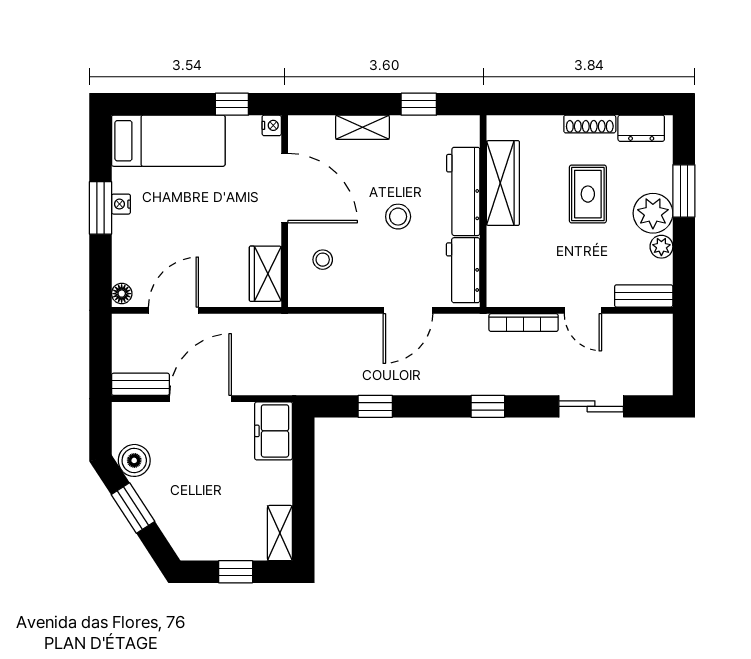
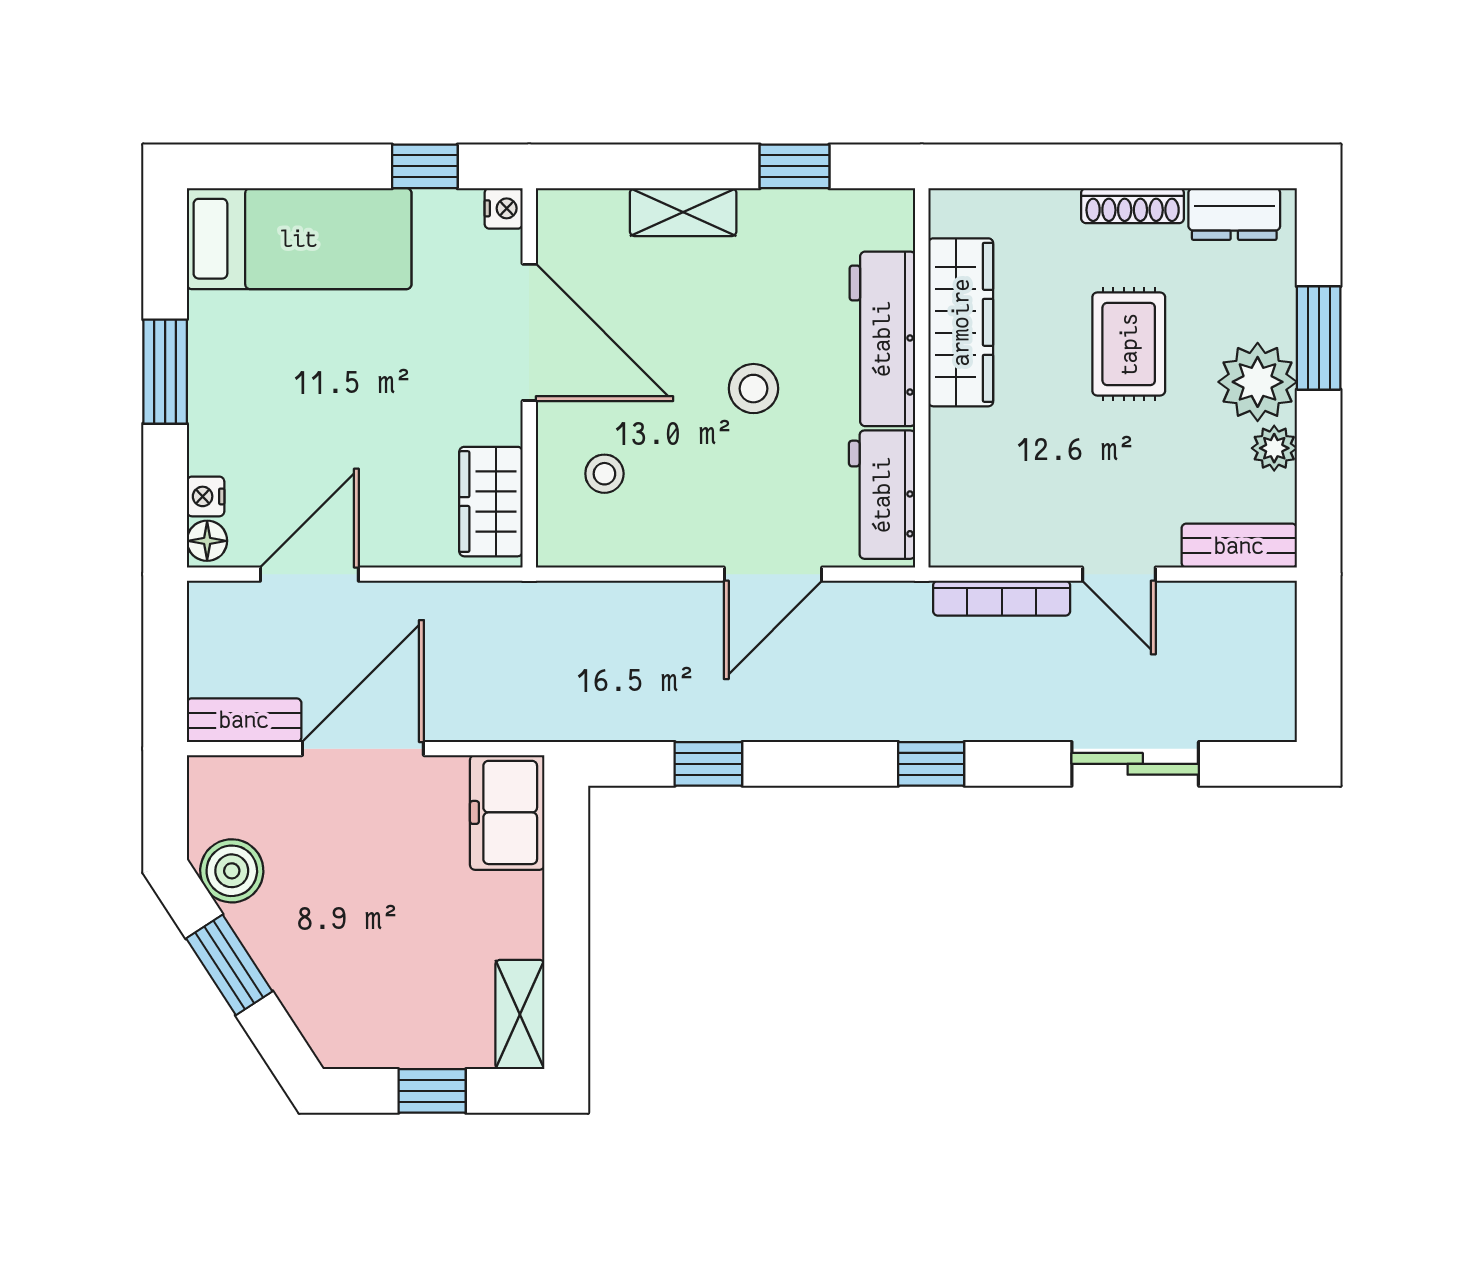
nightstand: (121, 204) -> (206, 496), moved

